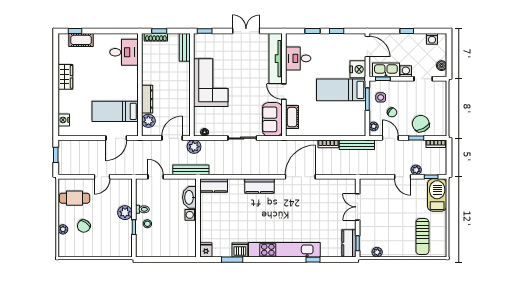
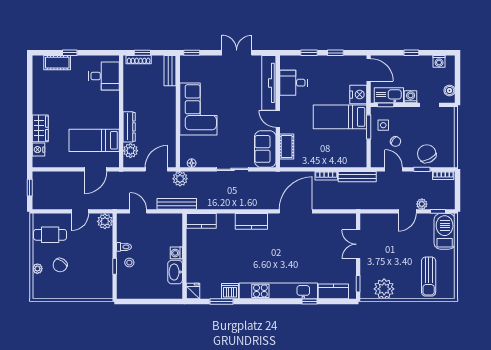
window: (75, 31) -> (70, 53), moved
wardrobe: (65, 77) -> (40, 128), moved
plant: (374, 126) -> (376, 157), removed
door: (403, 177) -> (407, 211), hinge flipped
washbasin: (189, 197) -> (175, 272), moved
plant: (125, 213) -> (105, 221), moved
kitchen counter: (349, 243) -> (333, 291), moved, turned 90
plant: (377, 252) -> (384, 289), width x1.88, depth x1.88

